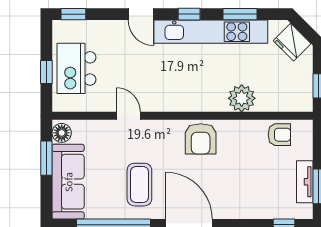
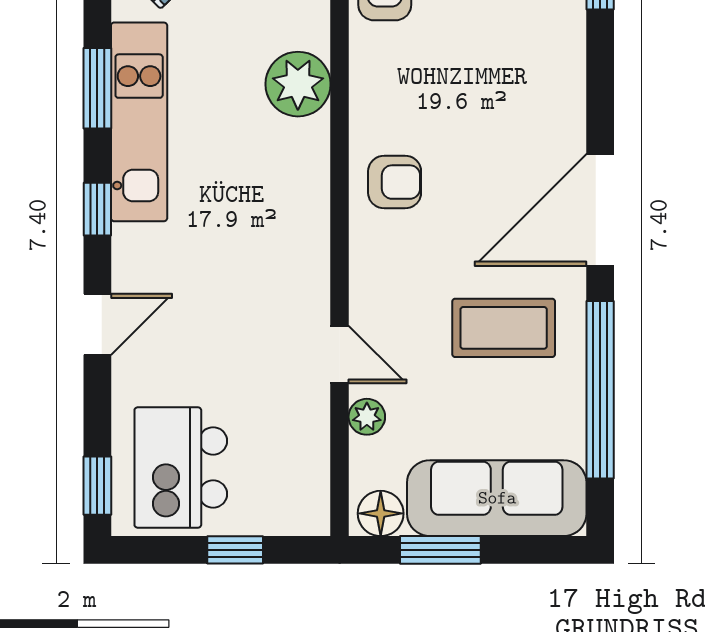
kitchen unit: (211, 32) -> (139, 122), width x0.73
kitchen island: (76, 68) -> (181, 467), moved, turned 90
door: (128, 116) -> (340, 355), swing flipped
plant: (102, 127) -> (367, 417), added
armchair: (201, 139) -> (395, 182), width x0.72, depth x0.72

